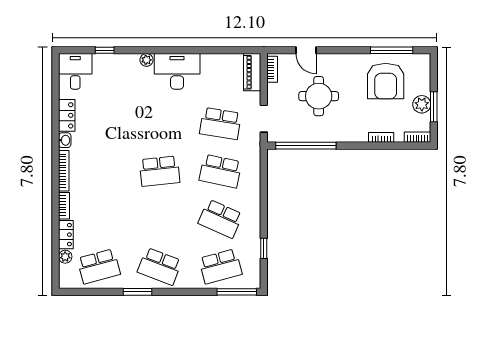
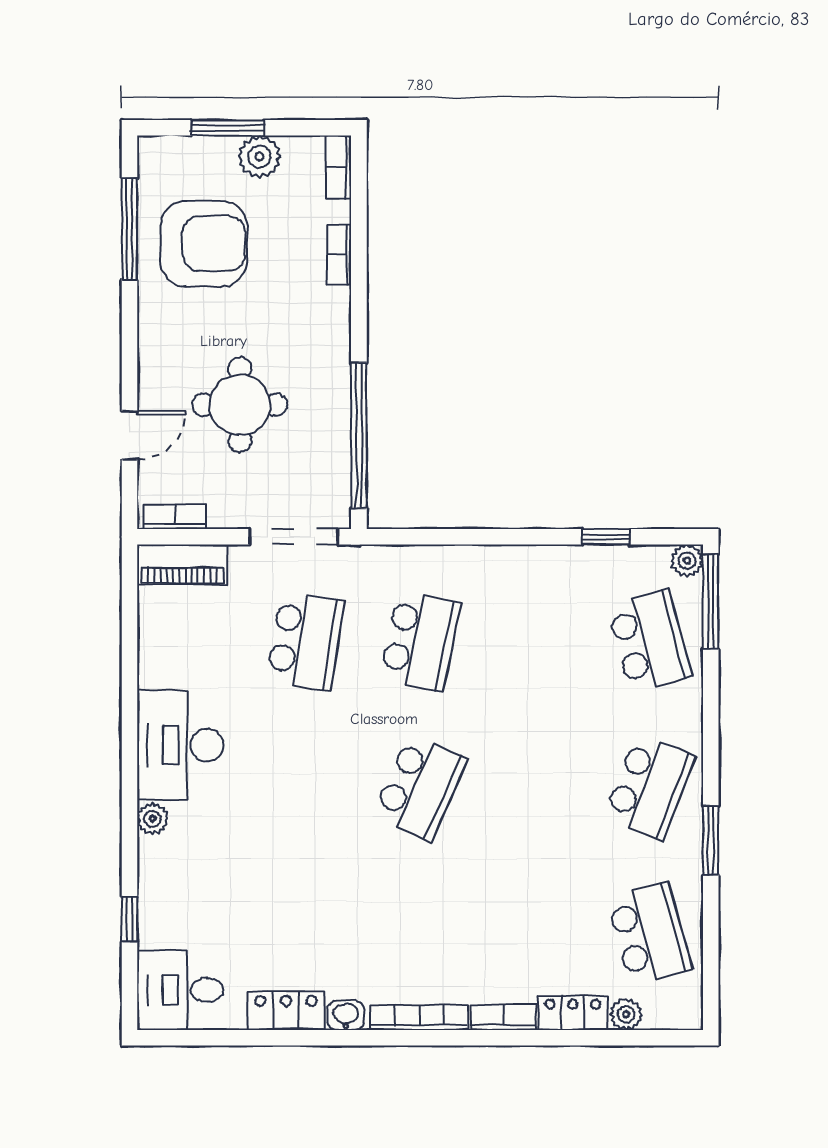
window: (434, 107) -> (227, 128), moved
doorway: (264, 119) -> (294, 537), width x1.38
school desk: (160, 171) -> (420, 787), turned 30
school desk: (220, 219) -> (535, 641), removed
plant: (254, 282) -> (687, 560), added

